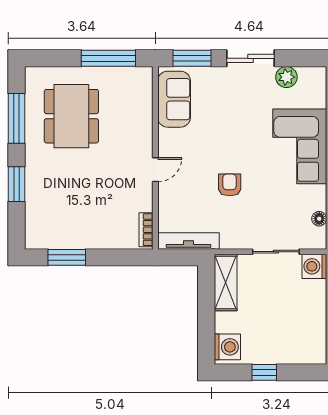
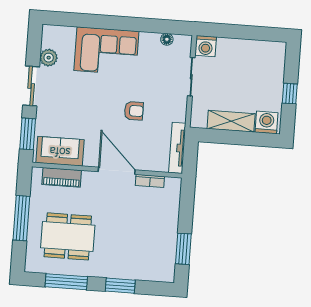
window: (108, 58) -> (21, 218), moved
piano: (142, 103) -> (62, 177), added
door: (155, 170) -> (117, 171), width x1.88
armchair: (230, 185) -> (134, 111), turned 180
bookcase: (146, 230) -> (150, 181), moved
shelving: (226, 283) -> (231, 121), moved

